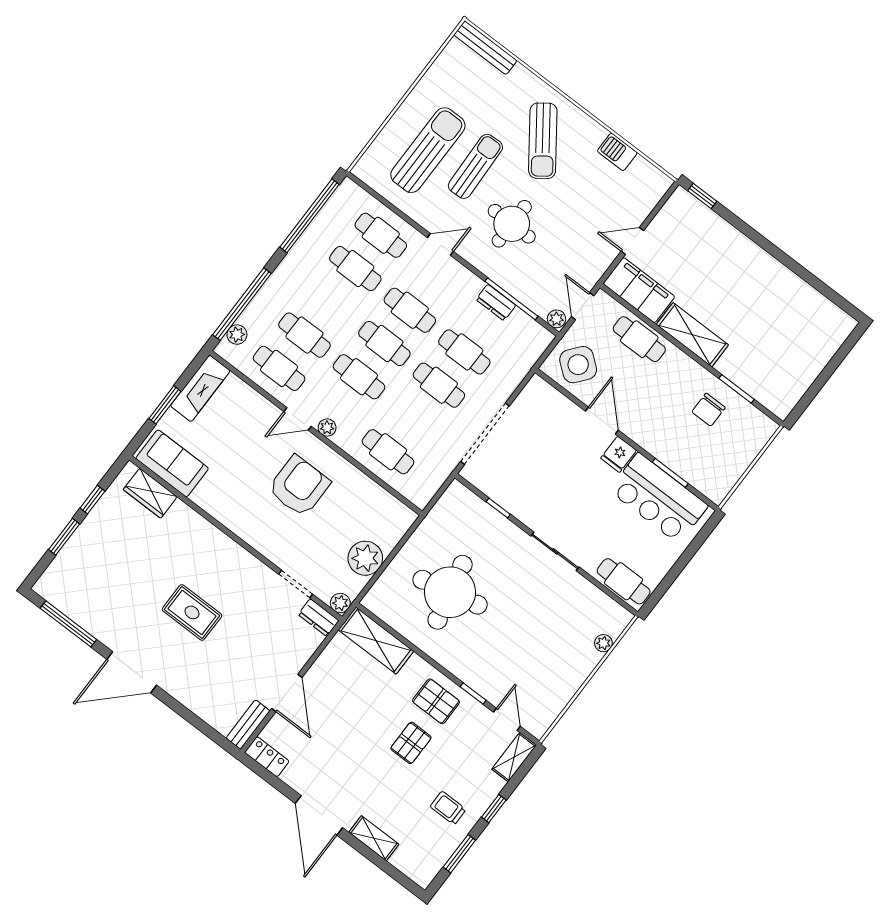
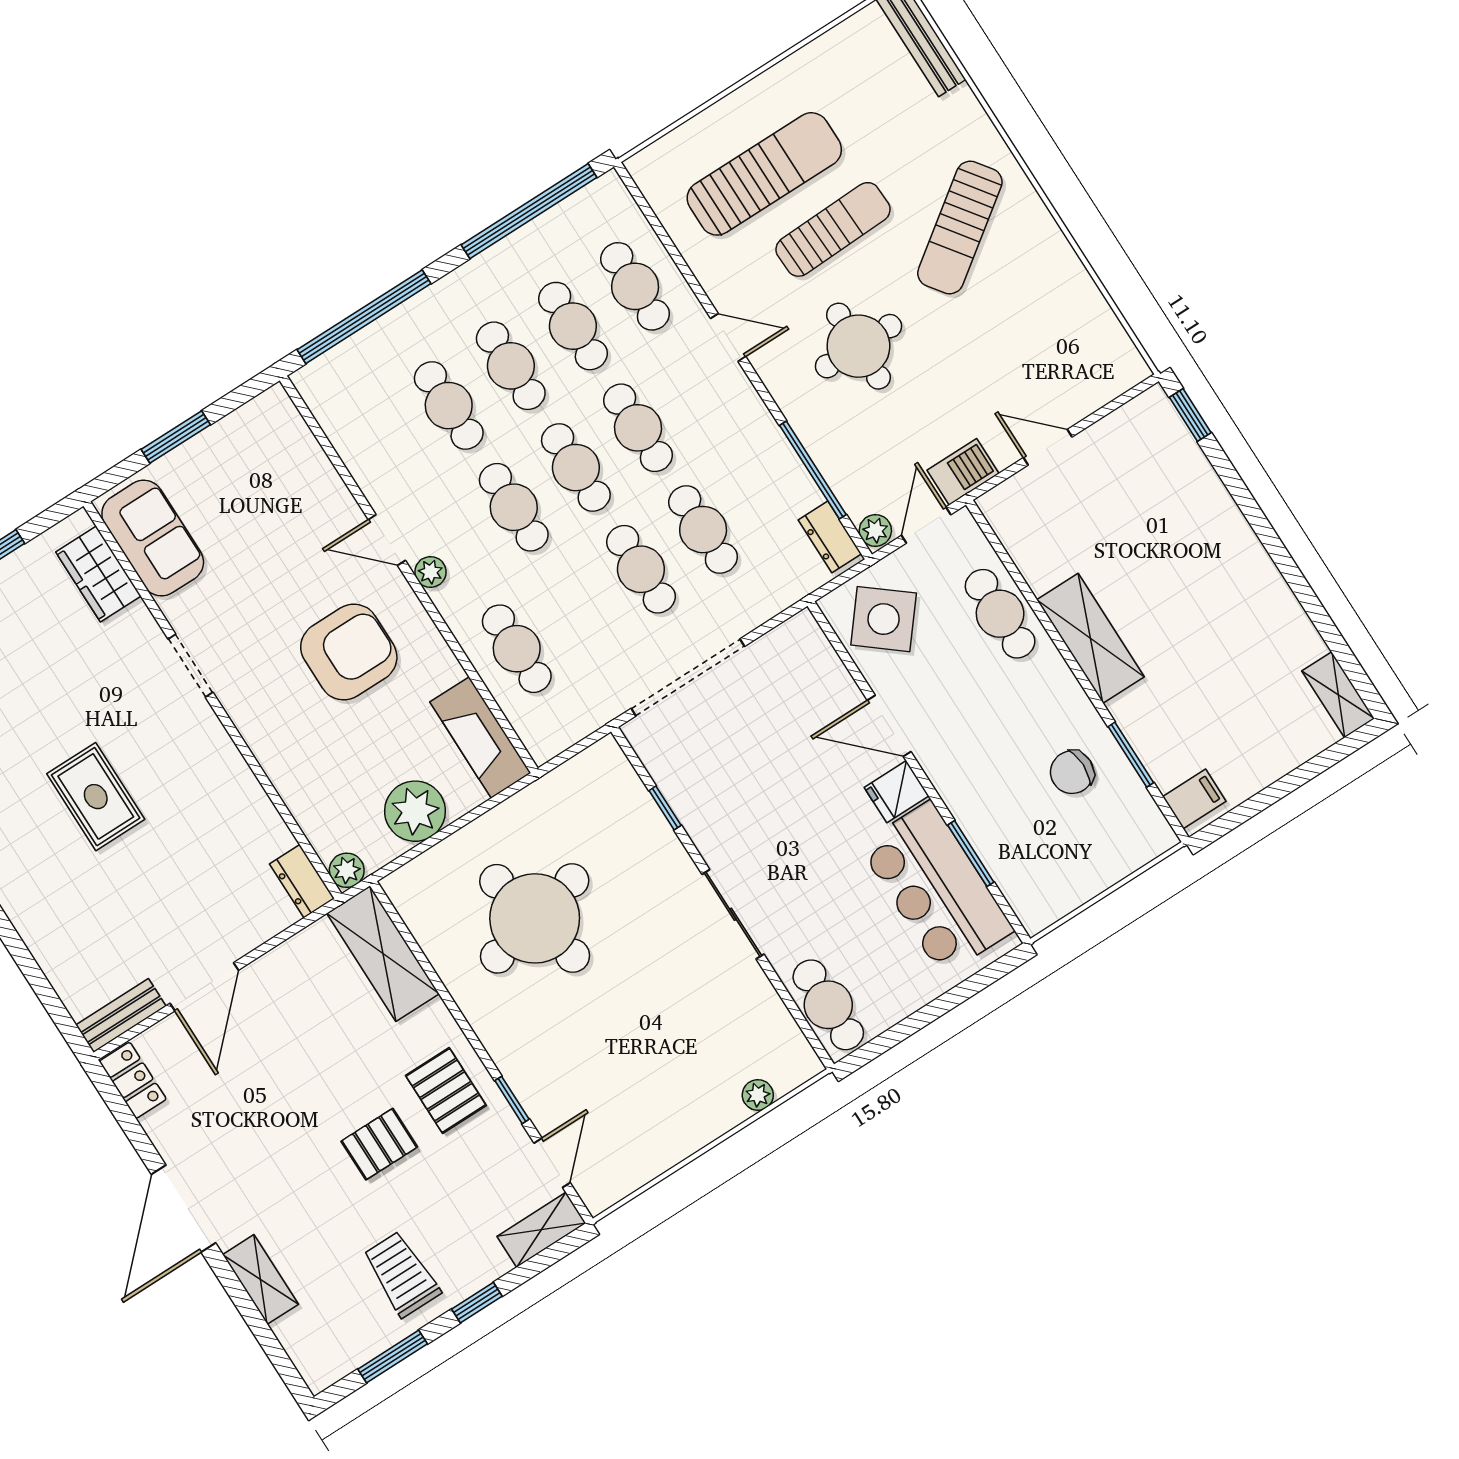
barbecue: (617, 152) -> (963, 472), moved, turned 90
filing cabinet: (639, 290) -> (1194, 799), moved, width x0.33, depth x0.86
dresser: (496, 302) -> (830, 537), moved
shelving: (836, 317) -> (1338, 695), added
plant: (237, 335) -> (337, 364), removed
cafe table: (279, 368) -> (511, 366), moved
fireplace: (200, 388) -> (480, 737), moved, turned 90
door: (602, 421) -> (889, 726), swing flipped
doorway: (296, 584) -> (190, 666), moved
trolley: (448, 808) -> (402, 1274), width x1.36, depth x1.39

